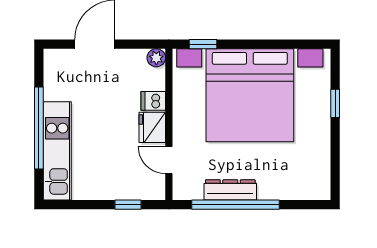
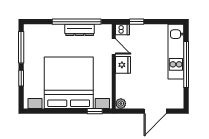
dishwasher: (153, 101) -> (122, 30), moved
window: (335, 159) -> (21, 47), added

